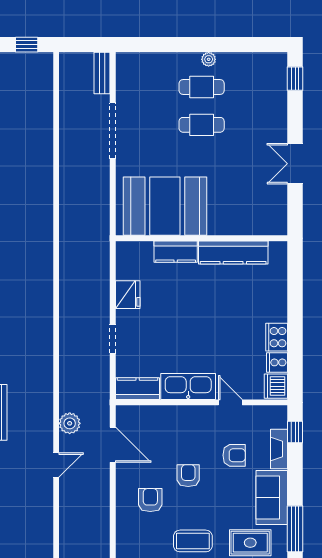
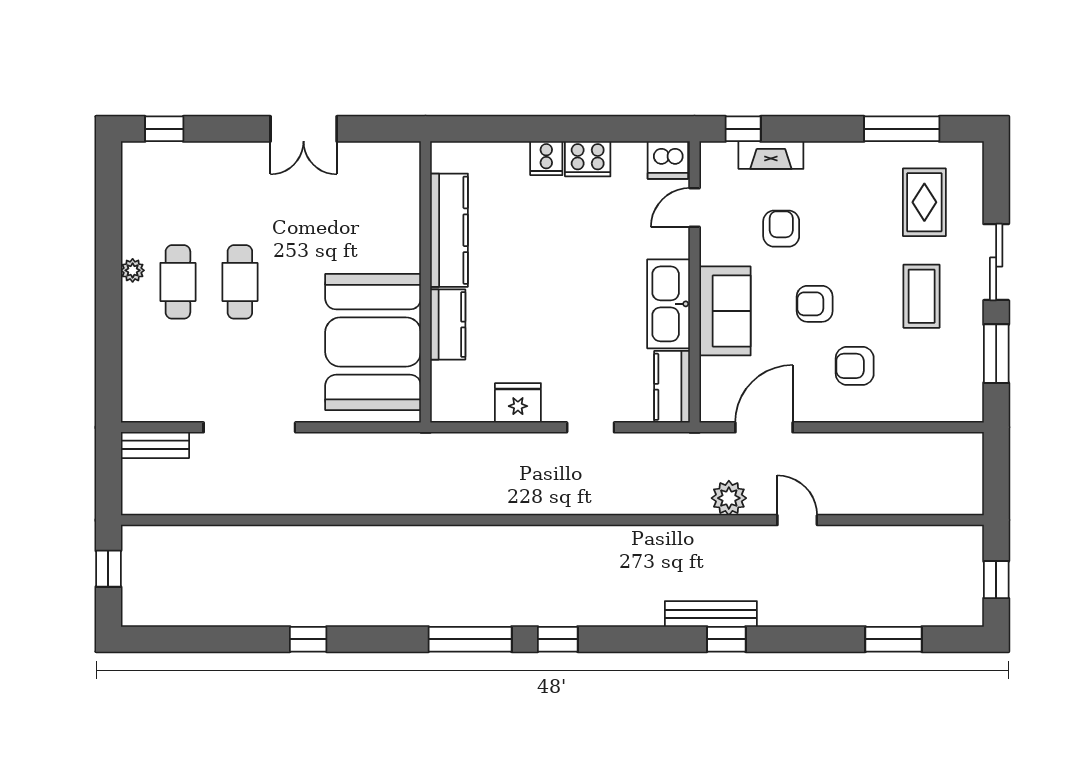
cooker: (277, 362) -> (546, 158), moved
door: (230, 402) -> (695, 207), moved
sofa: (272, 497) -> (725, 311), moved, turned -90

